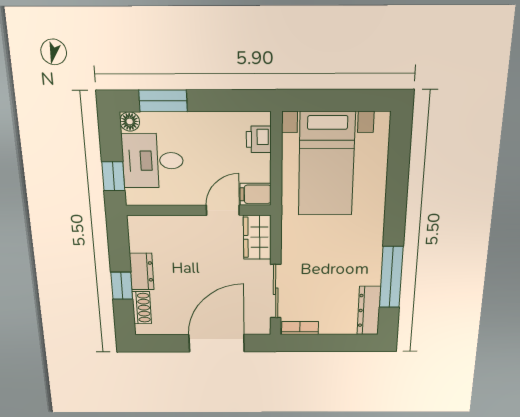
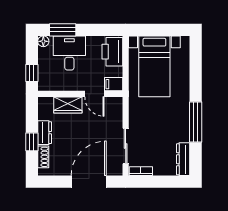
printer: (259, 139) -> (112, 52), width x1.87, depth x1.48
desk: (153, 161) -> (69, 53), moved, turned 90
door: (223, 210) -> (94, 94), swing flipped
wardrobe: (257, 237) -> (68, 105), moved, turned -90
window: (391, 277) -> (196, 122), moved

